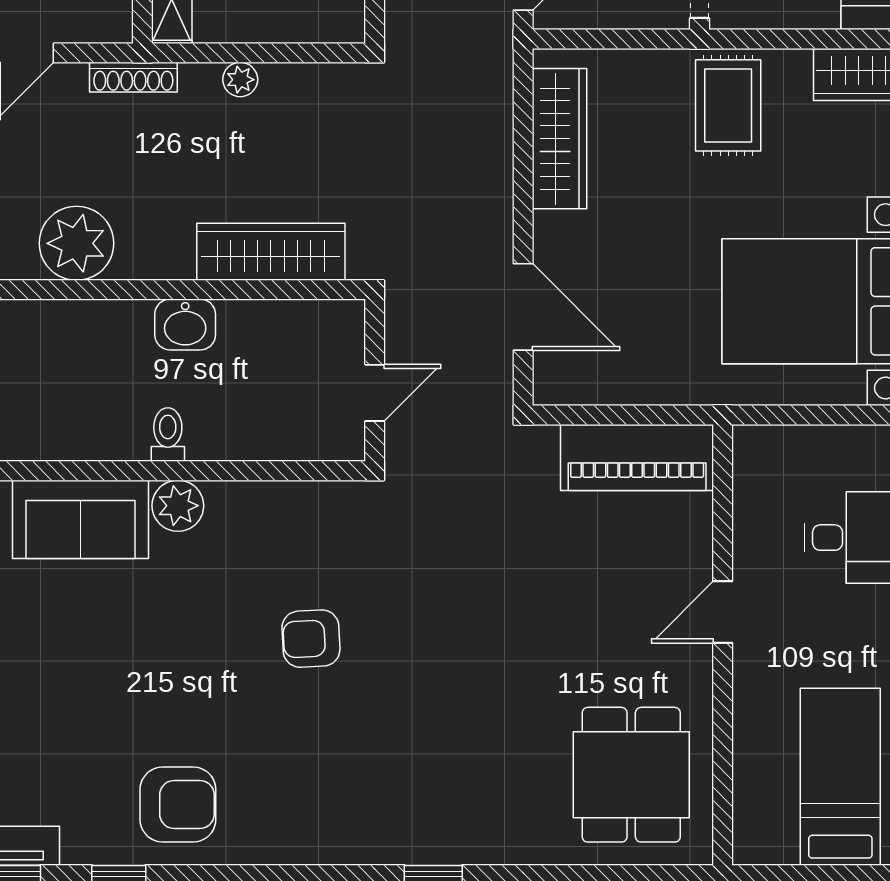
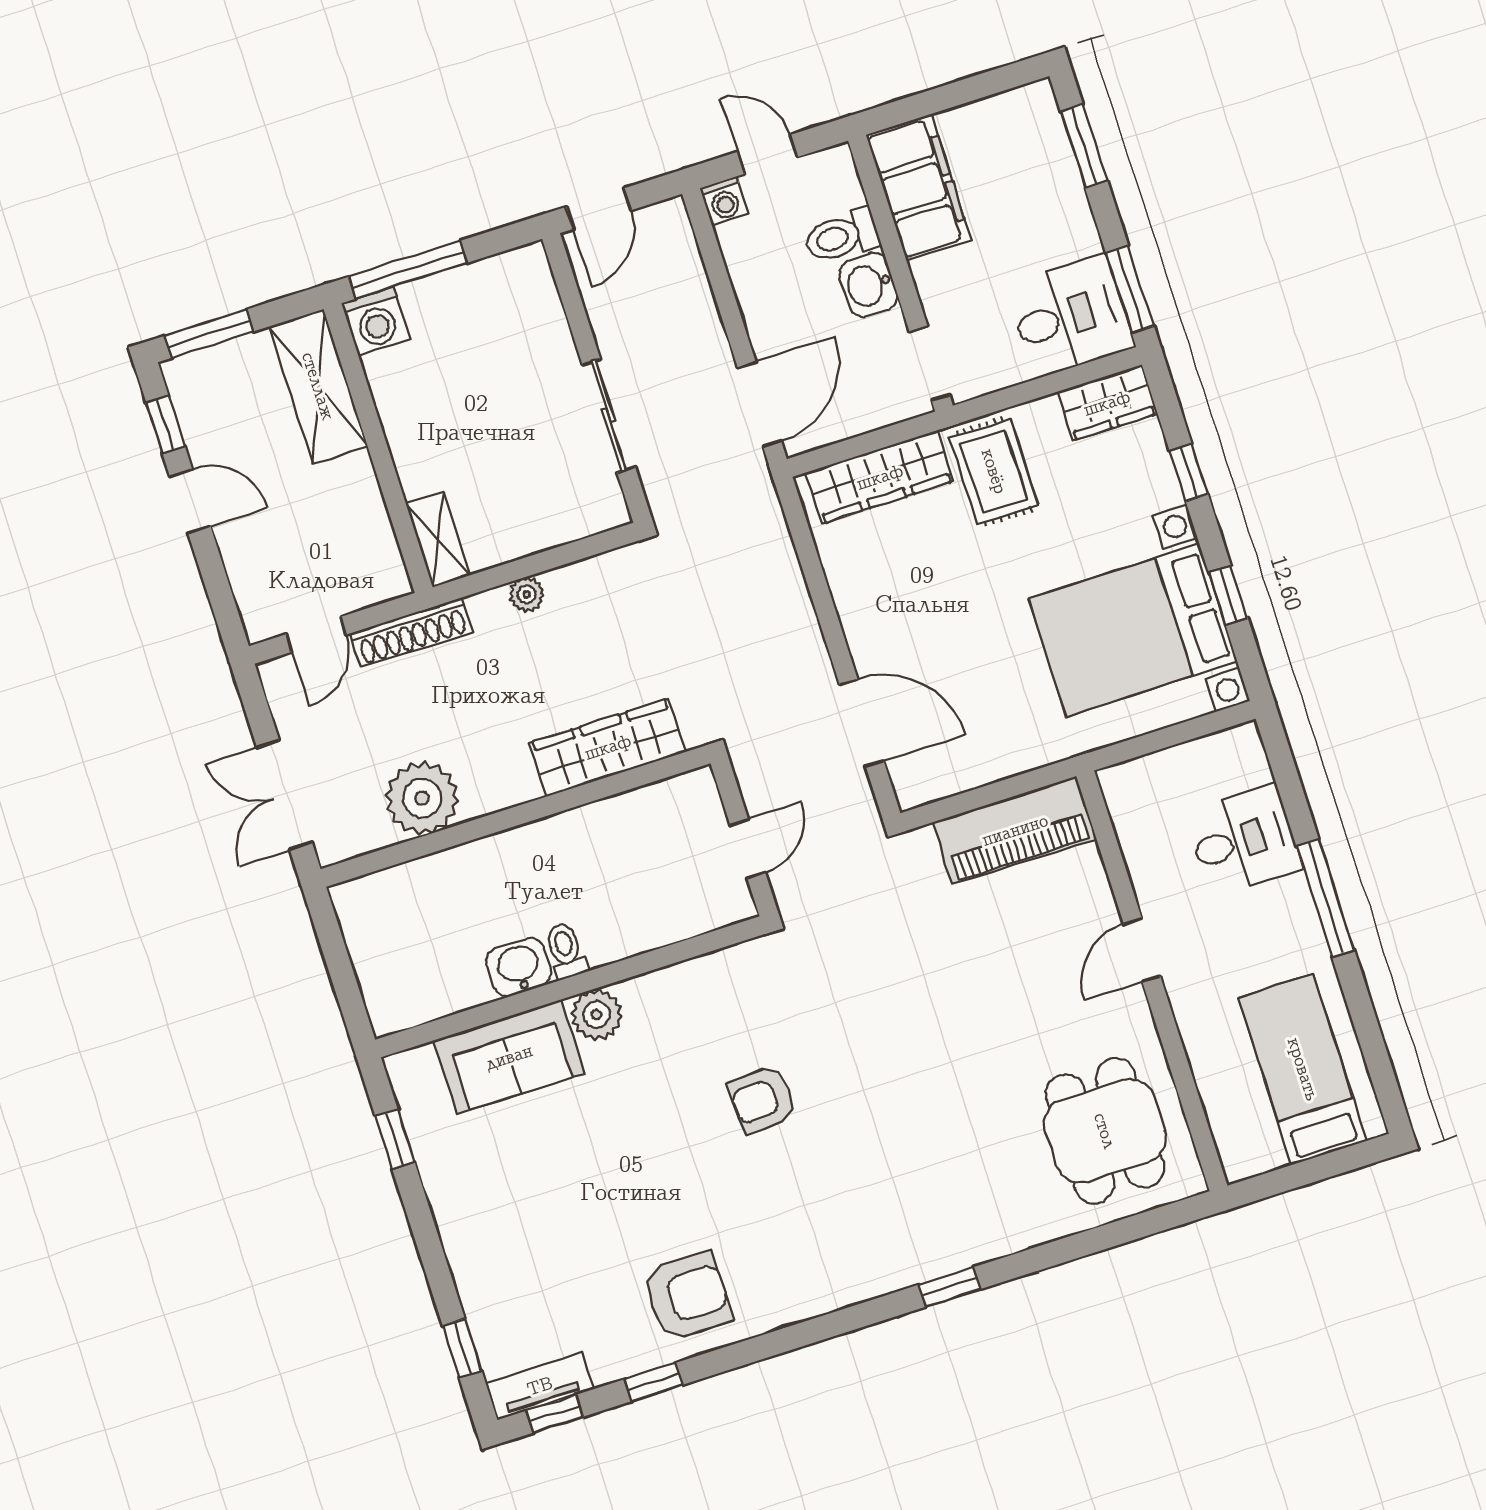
shoe rack: (133, 77) -> (411, 633), width x1.36, depth x1.24
wardrobe: (560, 139) -> (880, 477), moved, turned 90
washbasin: (185, 325) -> (519, 967), moved, turned 180

